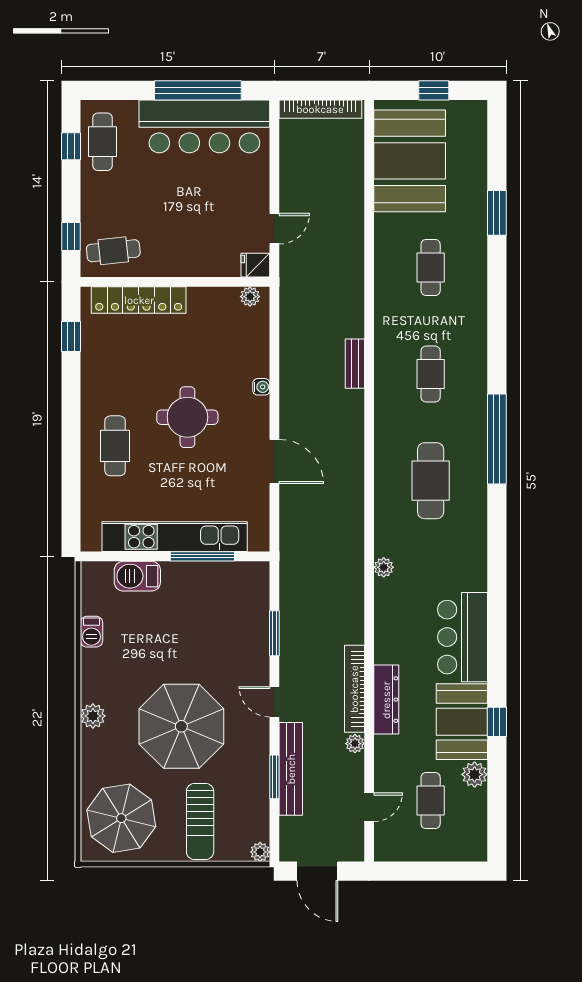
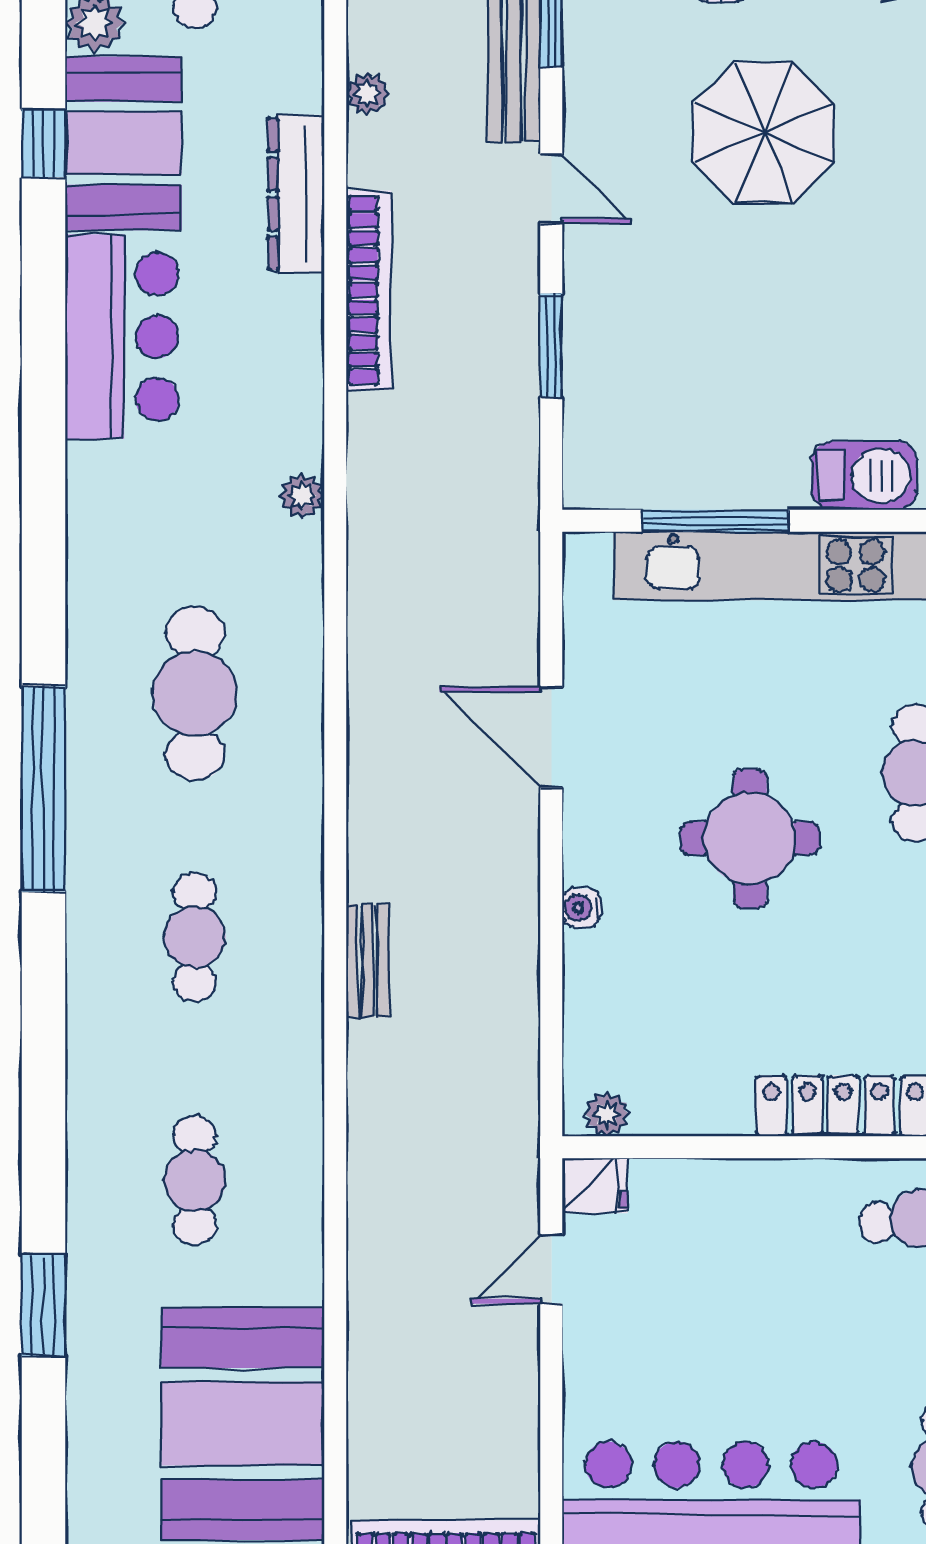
bookcase: (354, 689) -> (369, 290), moved
parasol: (181, 726) -> (764, 133), width x0.73, depth x0.73

